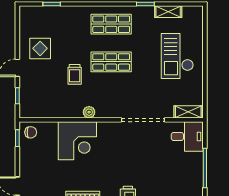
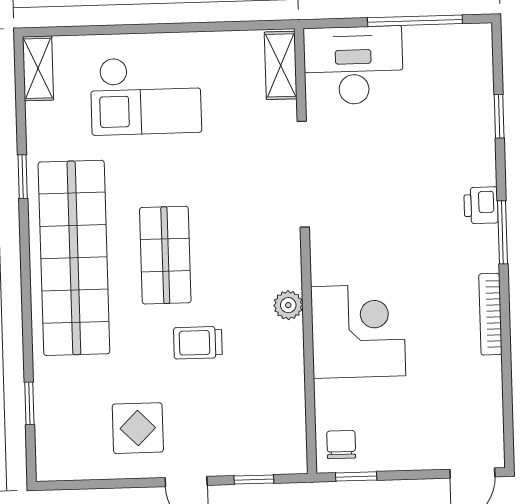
shelving: (168, 12) -> (38, 68), moved
shop shelf: (111, 24) -> (74, 258), width x2.00, depth x1.36
trolley: (75, 74) -> (198, 343), turned 180
desk: (187, 136) -> (353, 65), width x1.37

